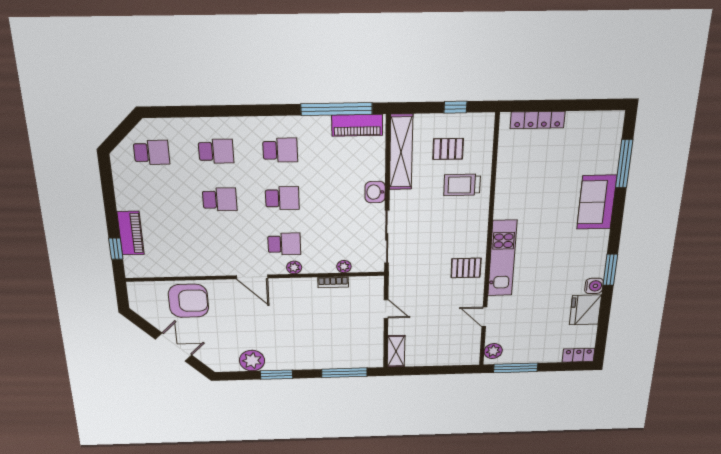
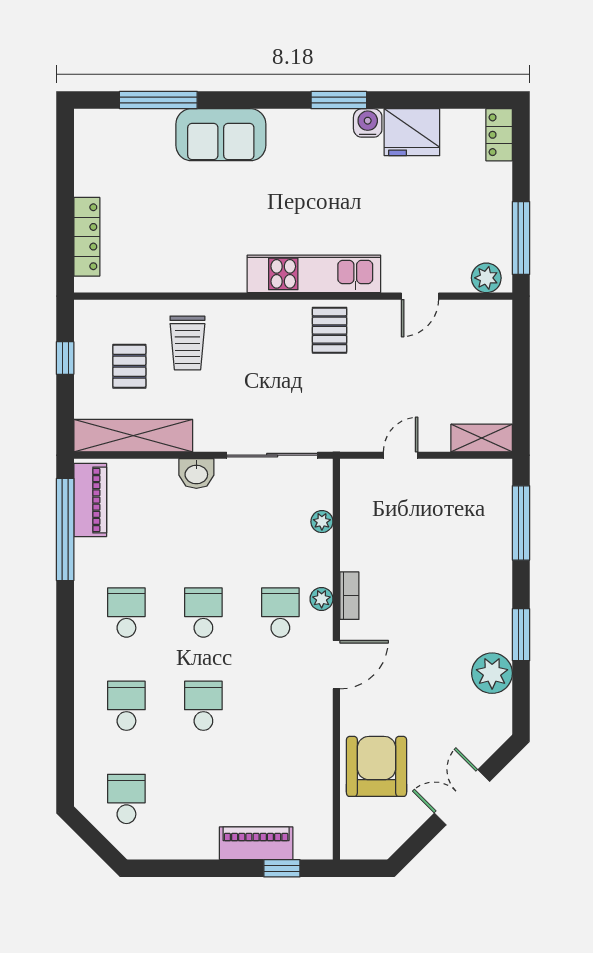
bookcase: (333, 282) -> (349, 596), moved

